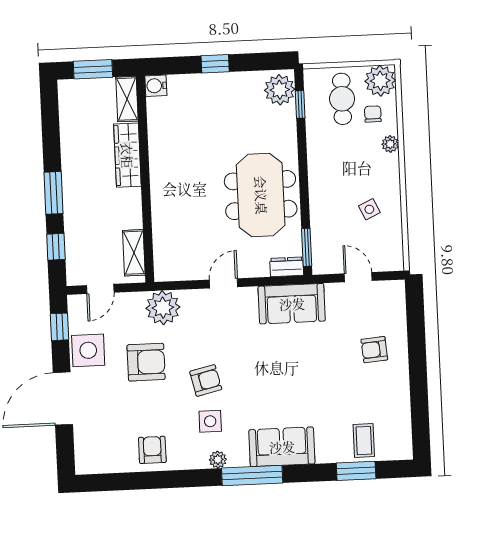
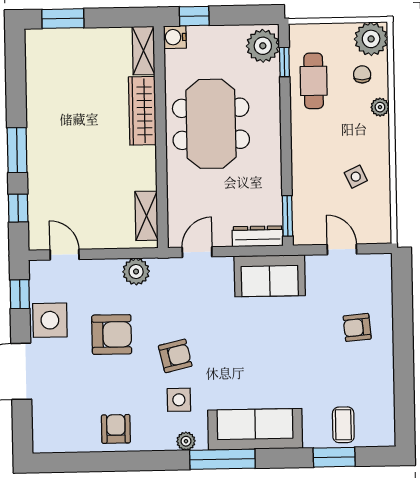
water cooler: (156, 86) -> (175, 37), moved
shelving: (127, 99) -> (144, 51), moved
cafe table: (342, 99) -> (314, 81), moved
wardrobe: (127, 155) -> (142, 111), moved
wall: (145, 179) -> (161, 137), moved
meeting table: (261, 195) -> (211, 124), moved
shelving: (134, 253) -> (146, 216), moved
dresser: (287, 267) -> (258, 236), width x1.44
door: (100, 289) -> (65, 255), swing flipped
plant: (163, 308) -> (136, 272), width x0.73, depth x0.73
sofa: (282, 447) -> (255, 429), width x1.36

